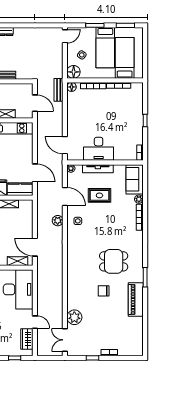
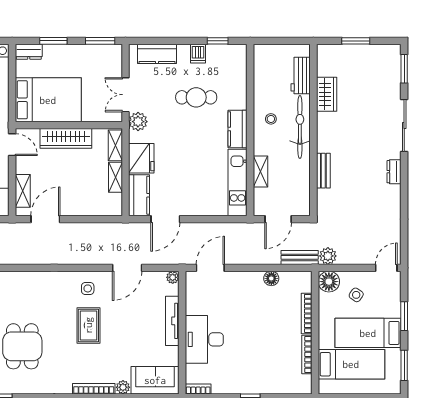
door: (65, 36) -> (386, 268), swing flipped
floor lamp: (72, 87) -> (271, 278), moved
desk: (99, 149) -> (204, 339), moved
rug: (99, 195) -> (88, 325), moved
plant: (58, 221) -> (328, 256), moved

